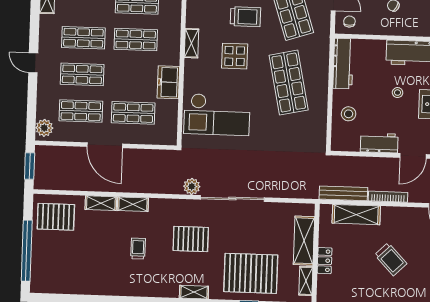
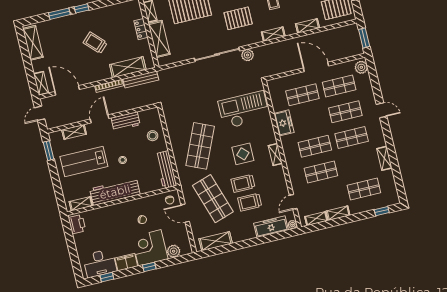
shop shelf: (289, 83) -> (200, 146), turned 36
shelving: (133, 204) -> (273, 34), moved

